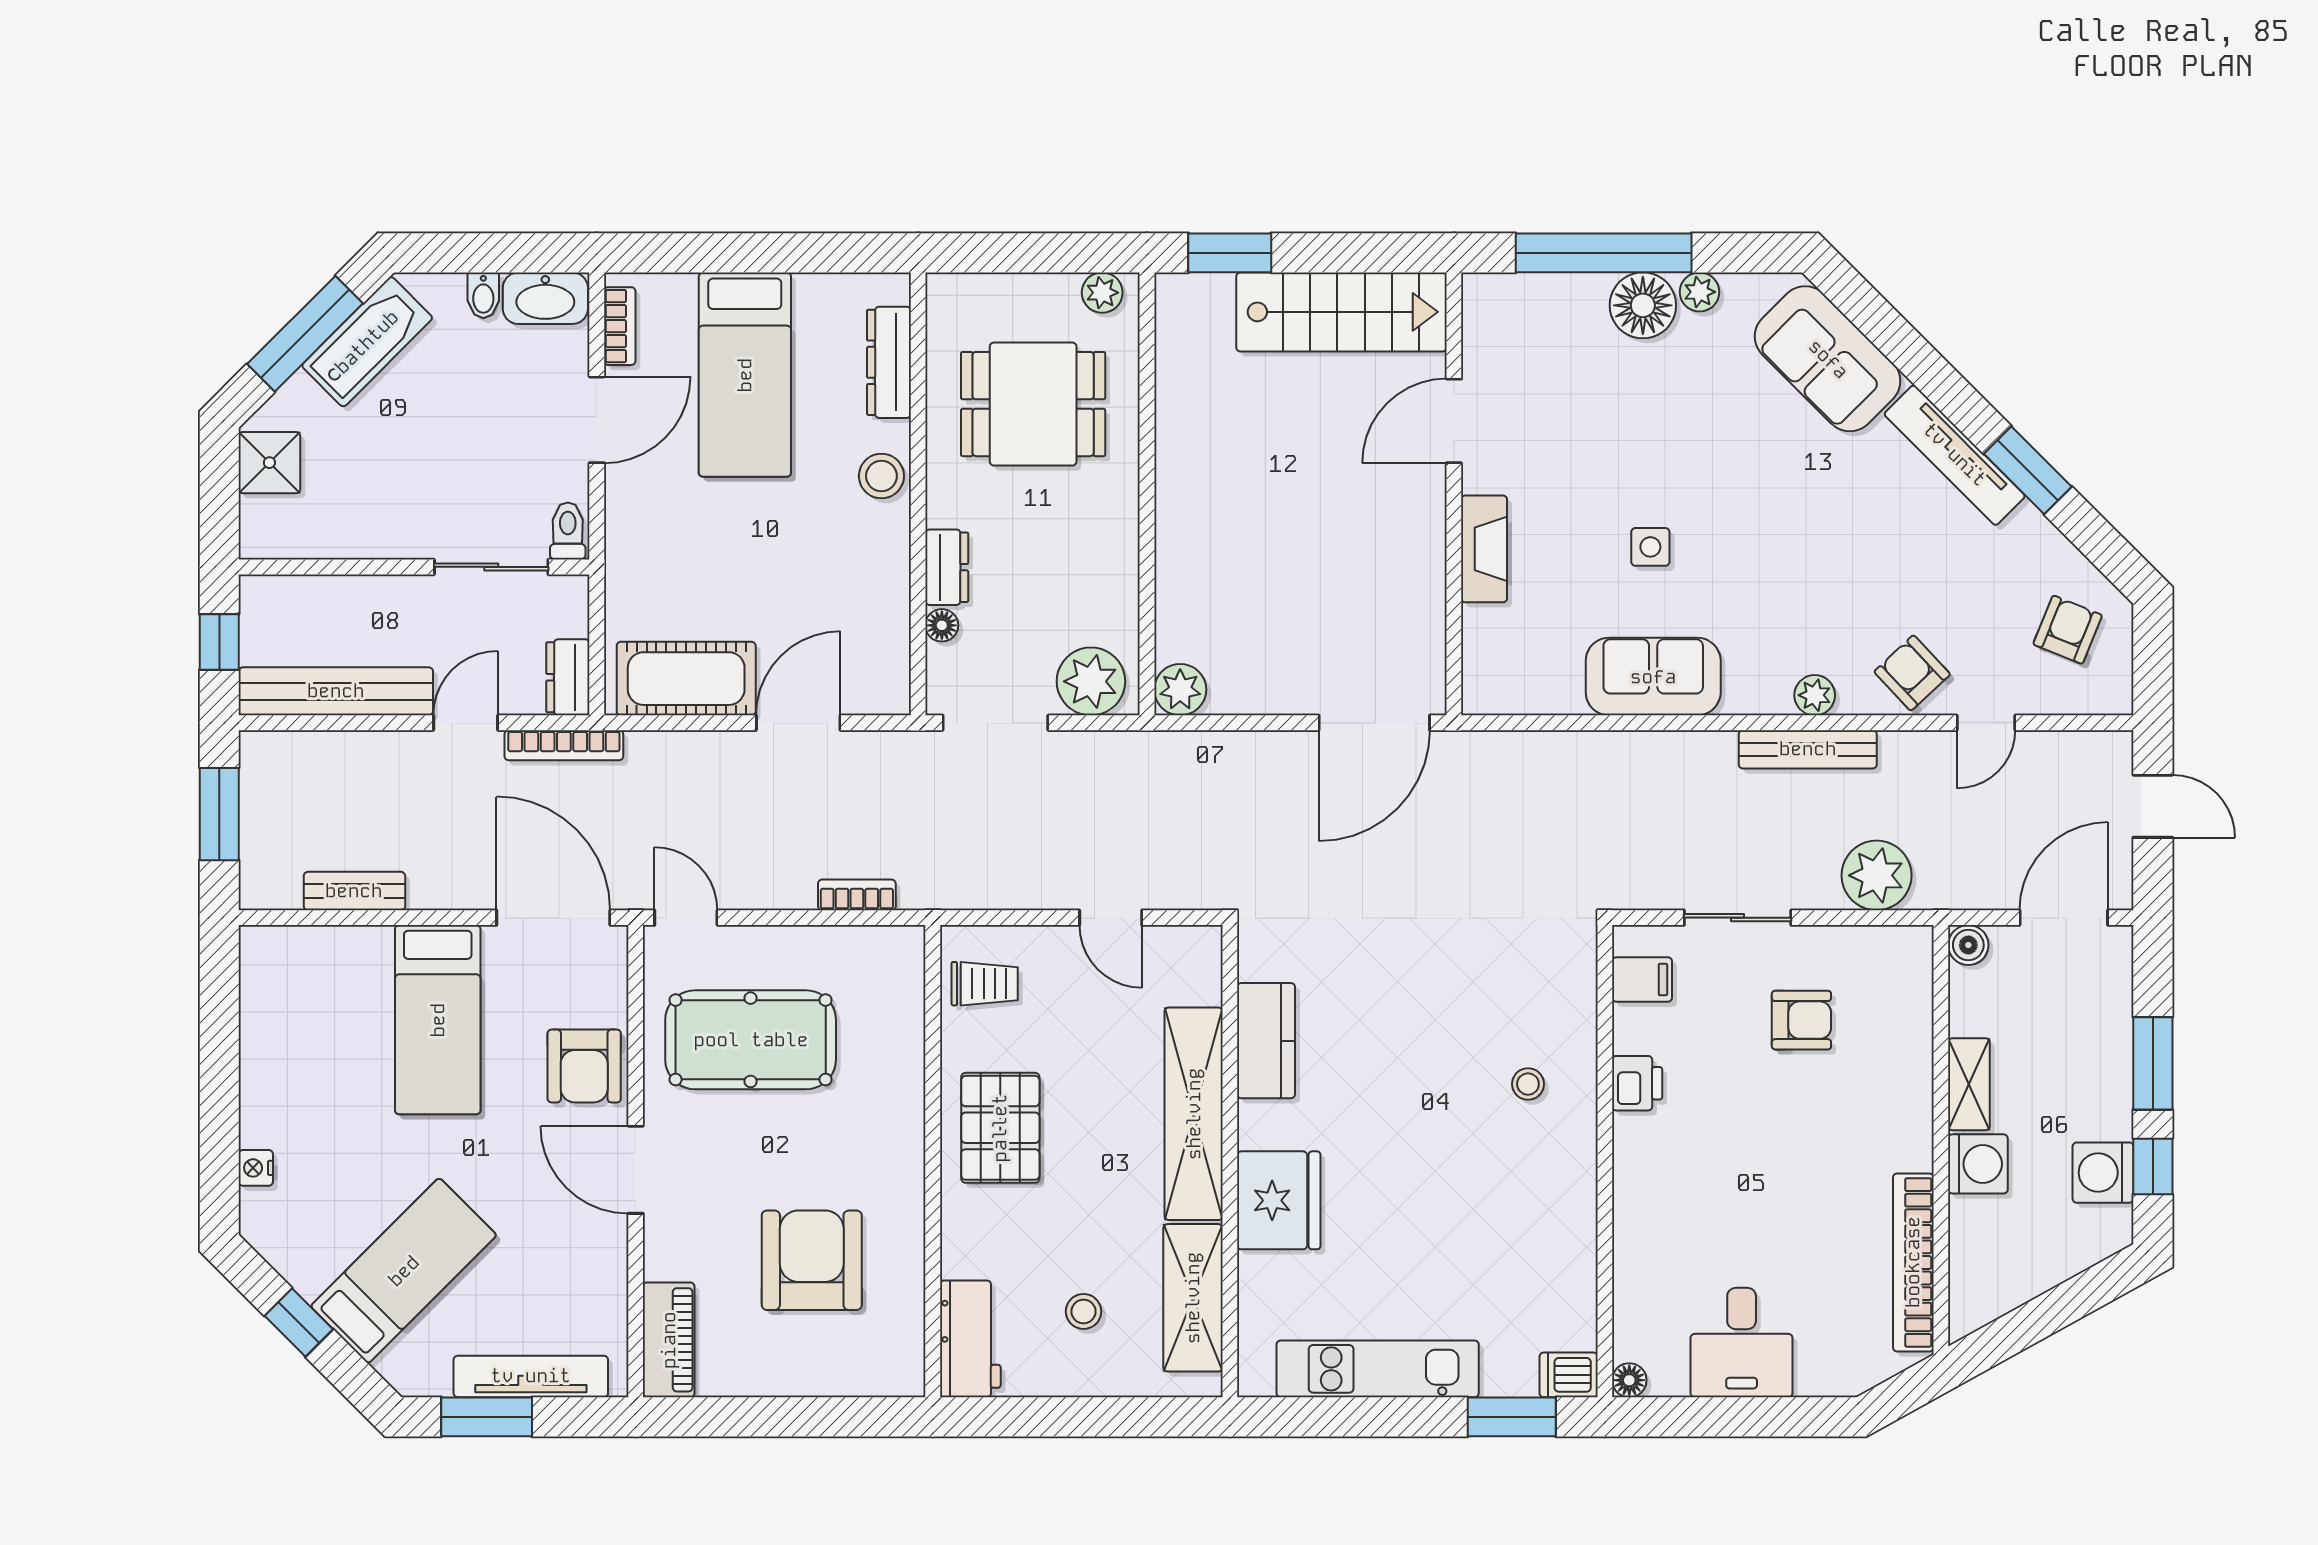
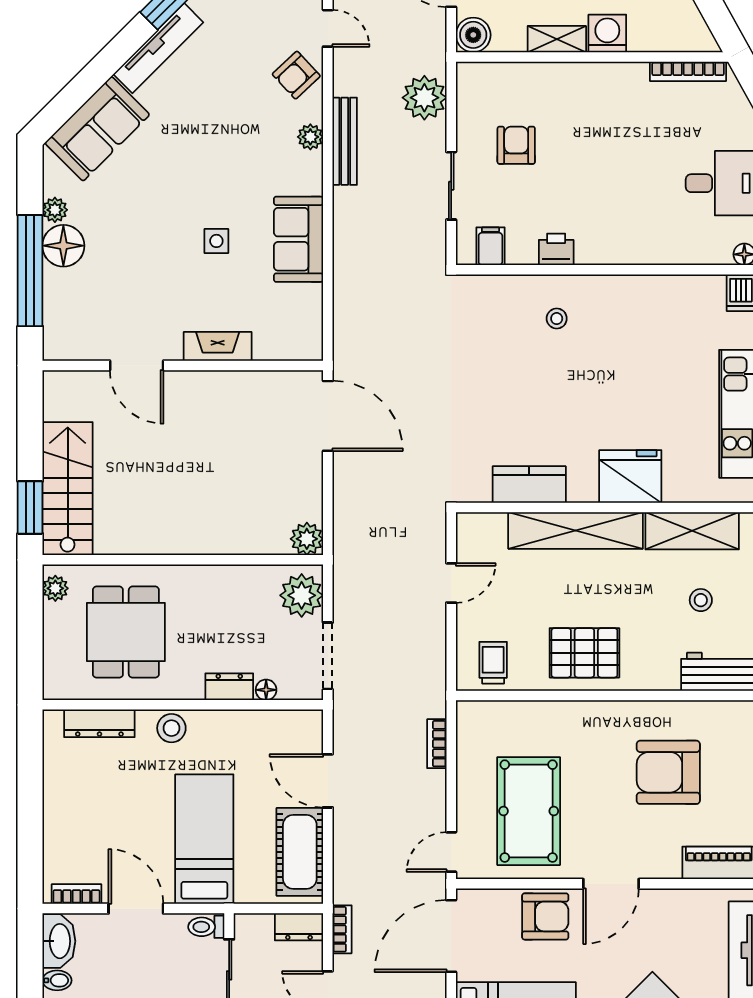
stairs: (1341, 312) -> (68, 489), moved
bed: (745, 375) -> (204, 839), moved, turned -90
bookcase: (564, 745) -> (342, 929), width x0.64
boiler: (1968, 945) -> (473, 35), width x1.36, depth x1.36
bookcase: (1913, 1262) -> (688, 71), width x0.68, depth x0.76

